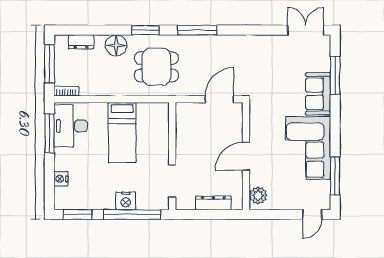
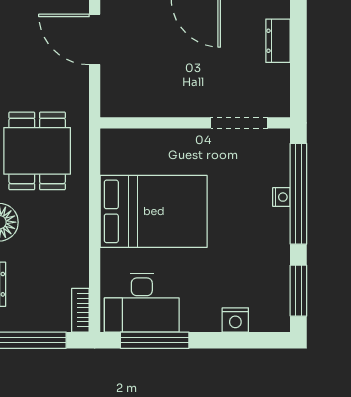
bed: (122, 133) -> (154, 211), width x1.50
nightstand: (126, 201) -> (281, 197), width x0.53, depth x0.56
dresser: (213, 203) -> (278, 41), width x0.70

